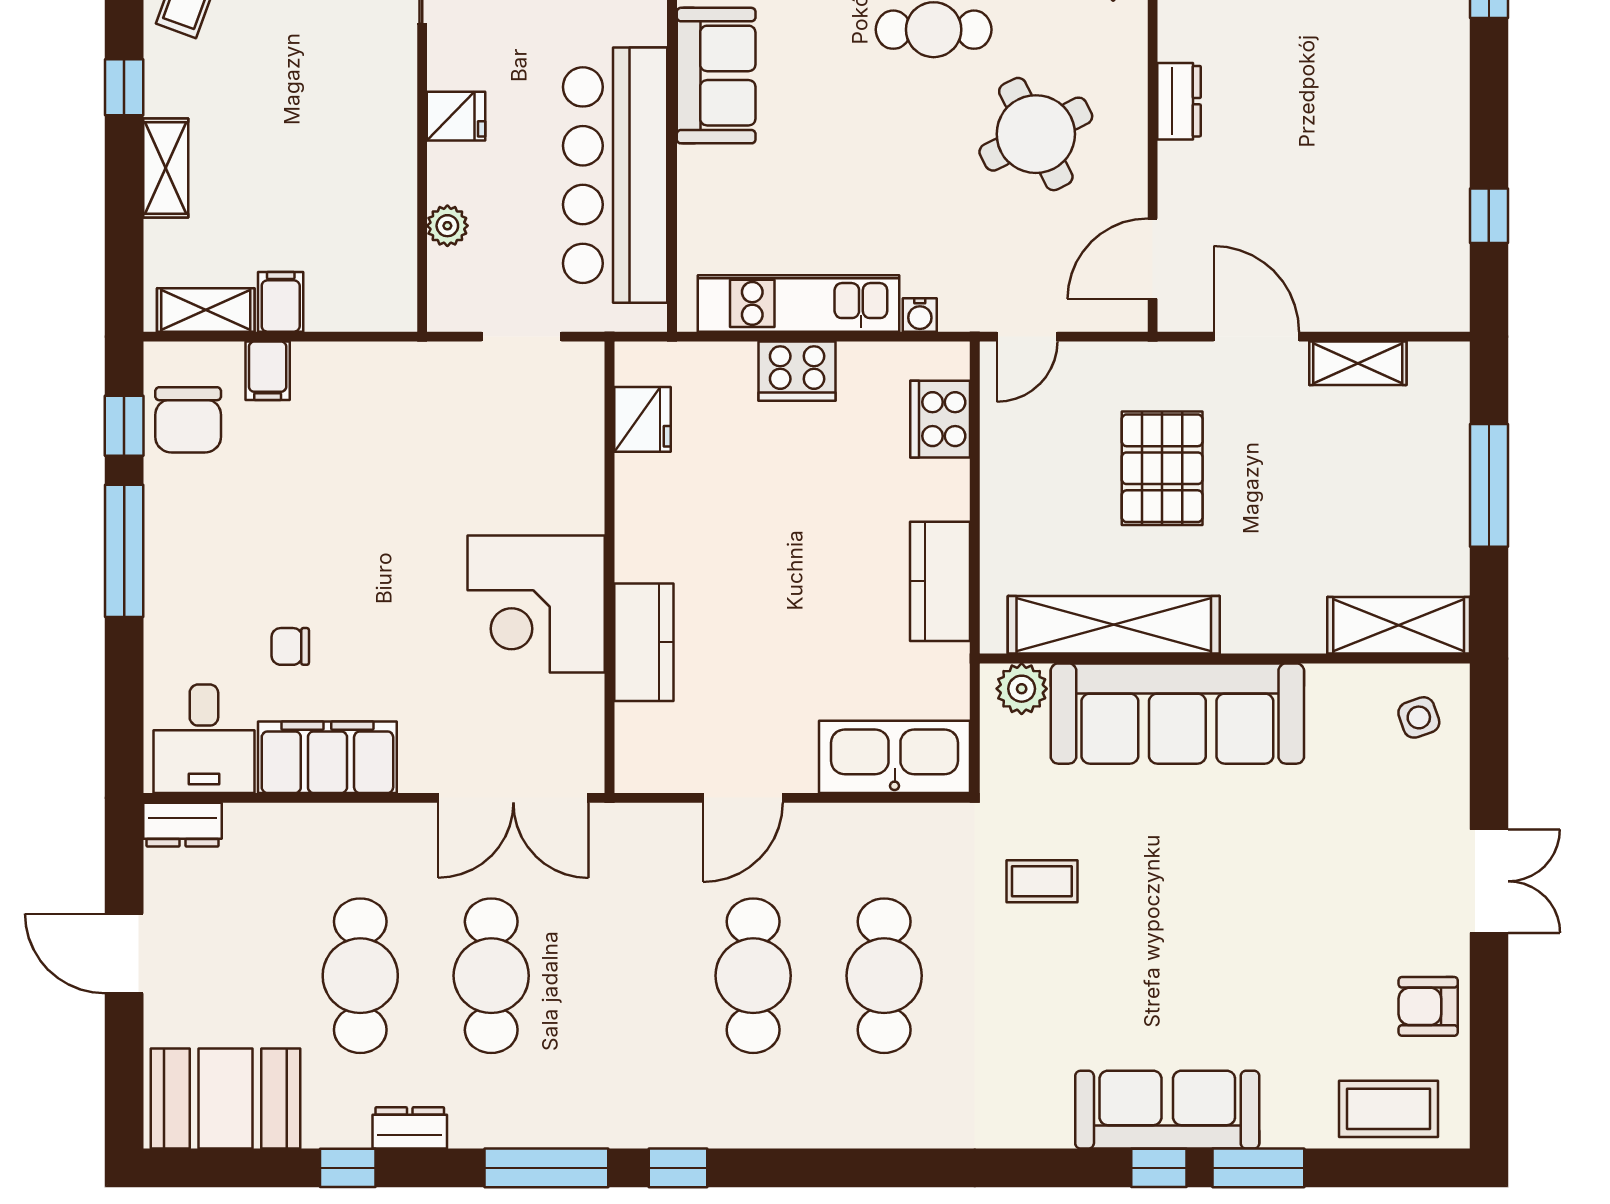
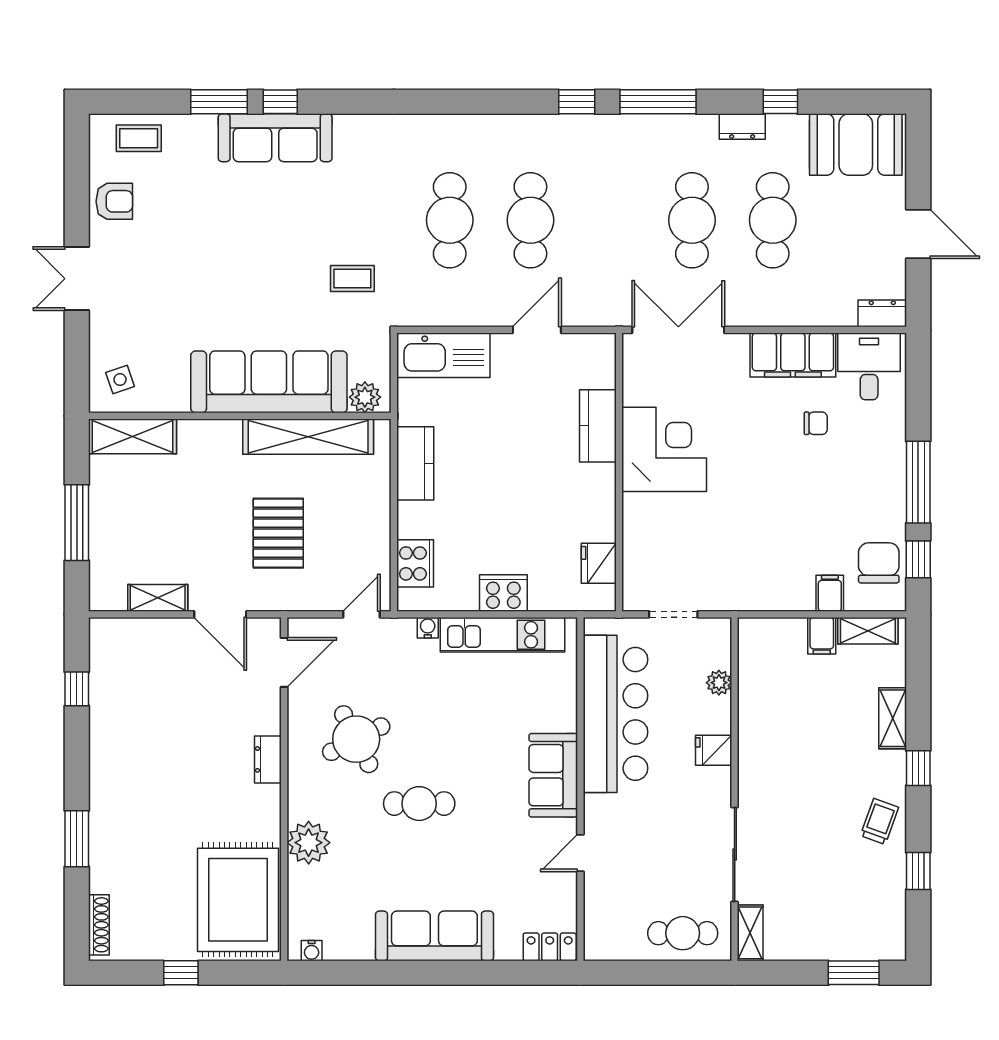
coffee table: (1389, 1109) -> (139, 138), width x0.73, depth x0.77

